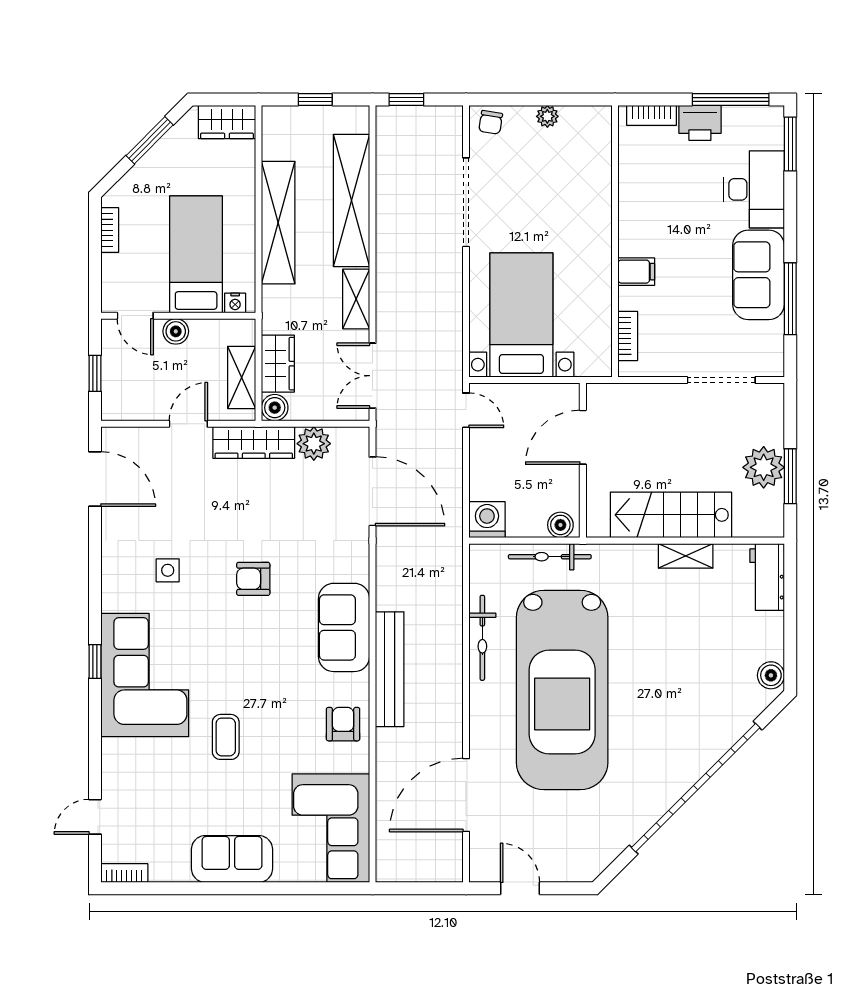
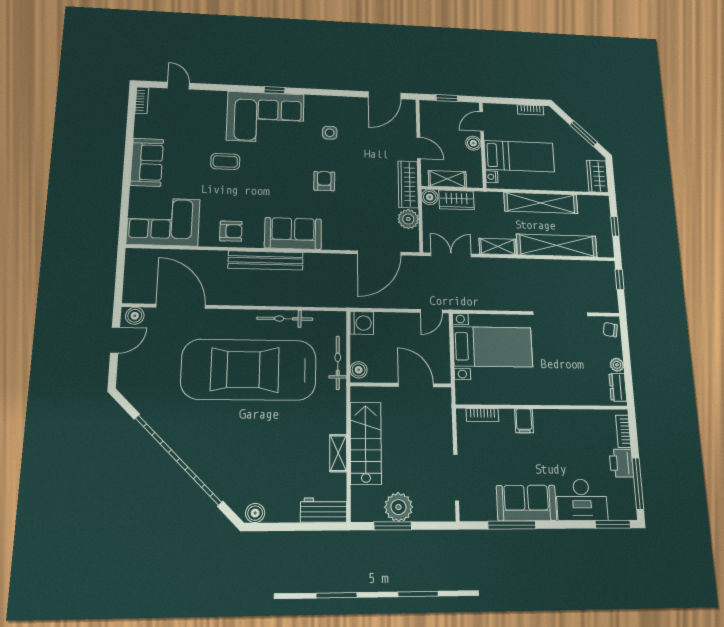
dresser: (583, 118) -> (618, 387), added
boiler: (482, 862) -> (135, 316), added

